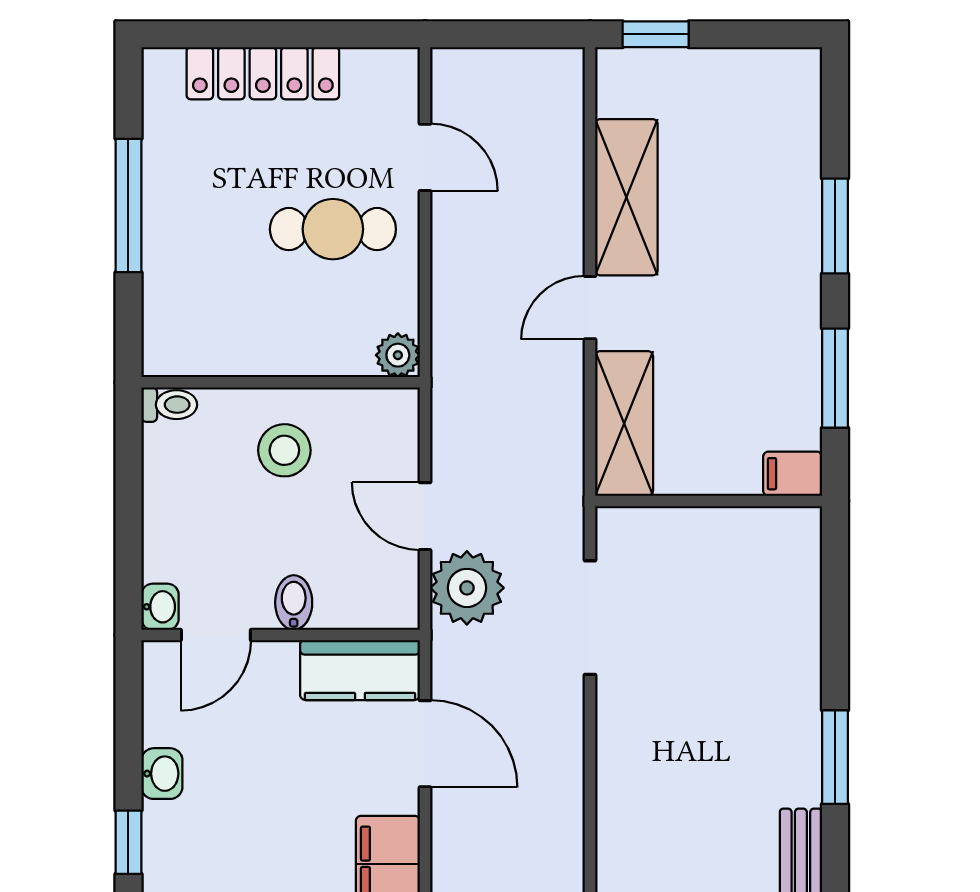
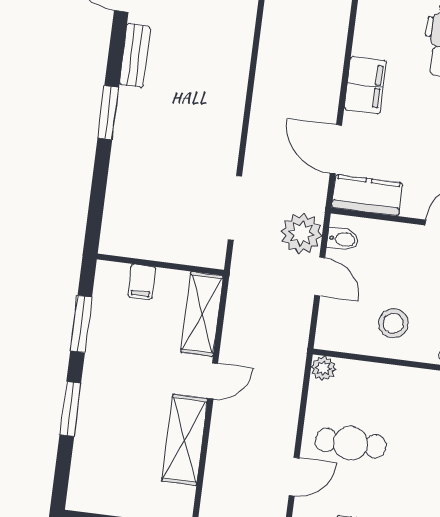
door: (425, 157) -> (294, 477), swing flipped
filing cabinet: (793, 474) -> (142, 282), moved, turned 90
bidet: (294, 603) -> (343, 239), moved, turned -90

